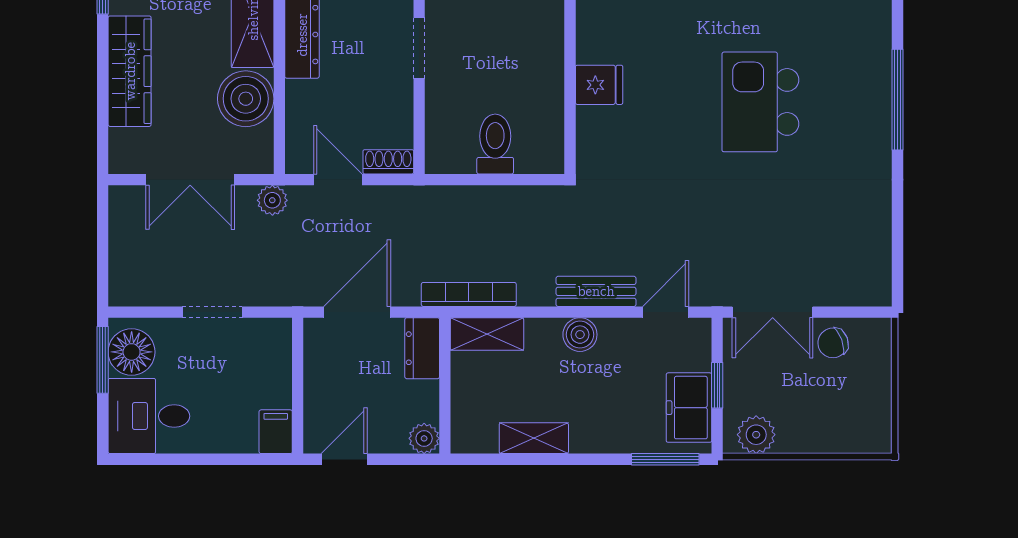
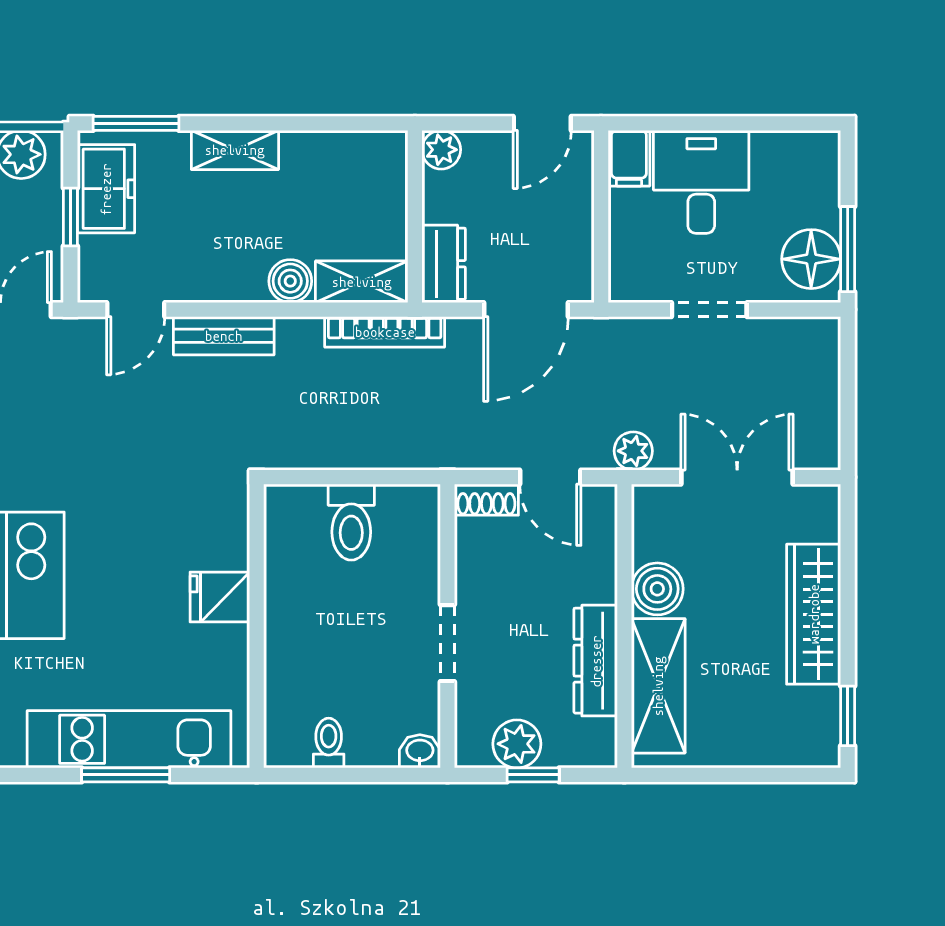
boiler: (246, 99) -> (657, 589), width x0.73, depth x0.73
boiler: (580, 335) -> (290, 281), moved
desk: (149, 416) -> (701, 182), moved, turned -90
shelving: (534, 438) -> (235, 150), moved

